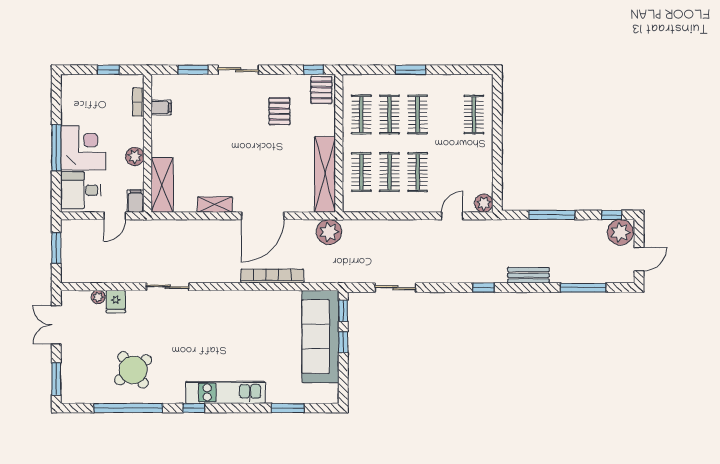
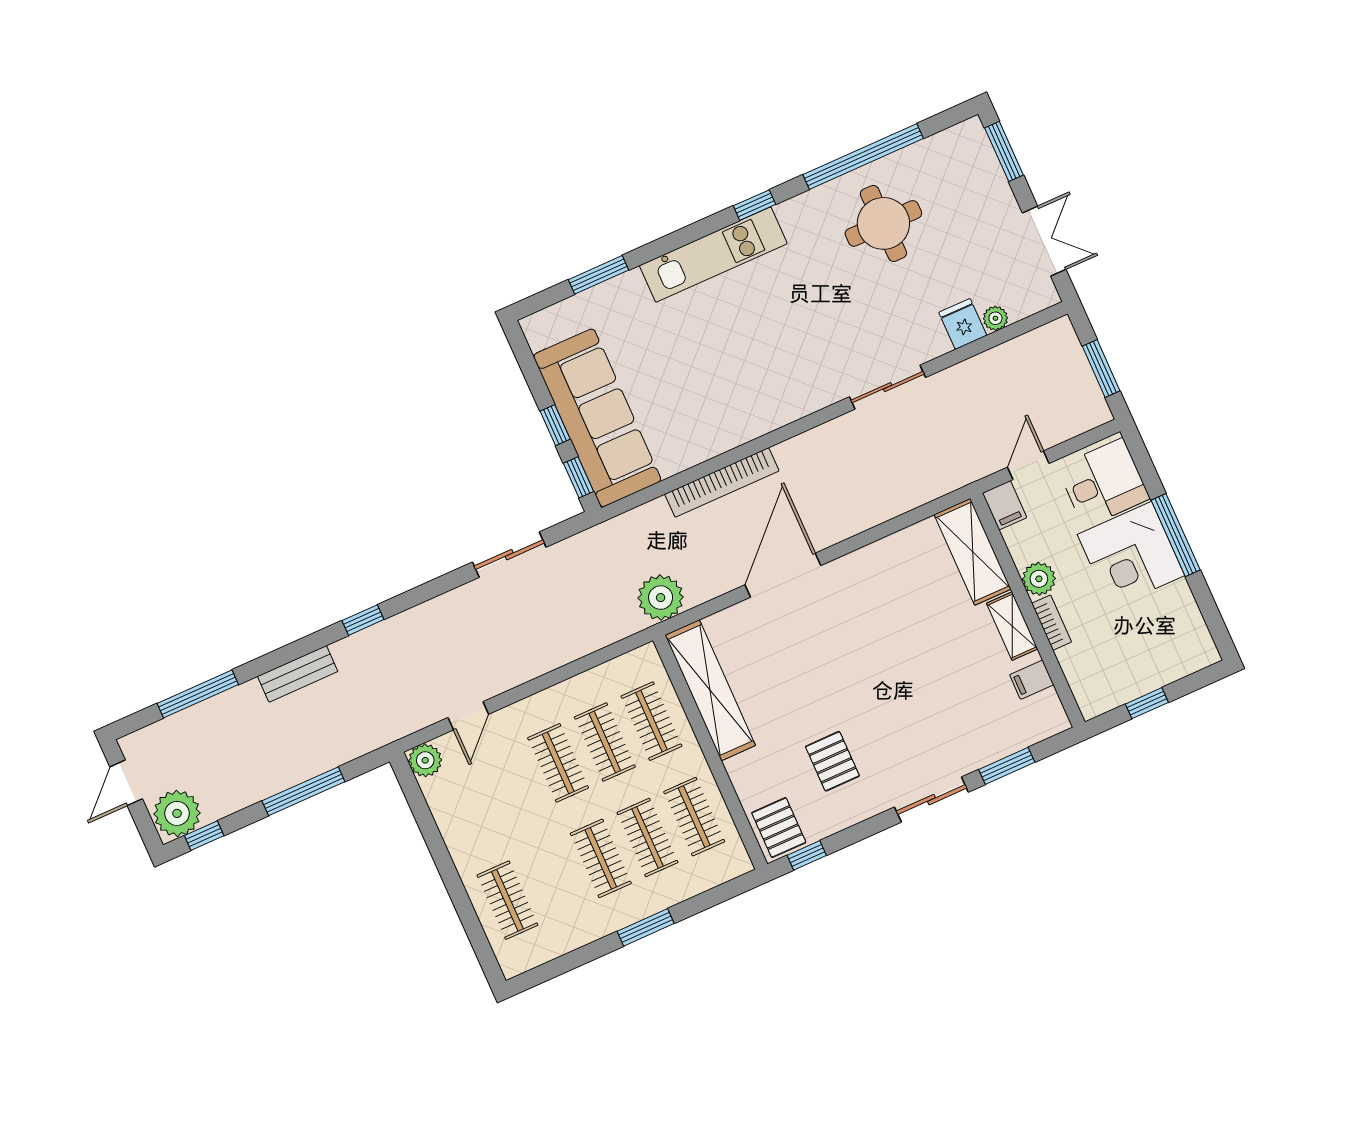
bookcase: (138, 102) -> (1052, 623), moved
shelving: (215, 205) -> (1012, 626), moved, turned 90
round table: (133, 370) -> (883, 223), turned 37

